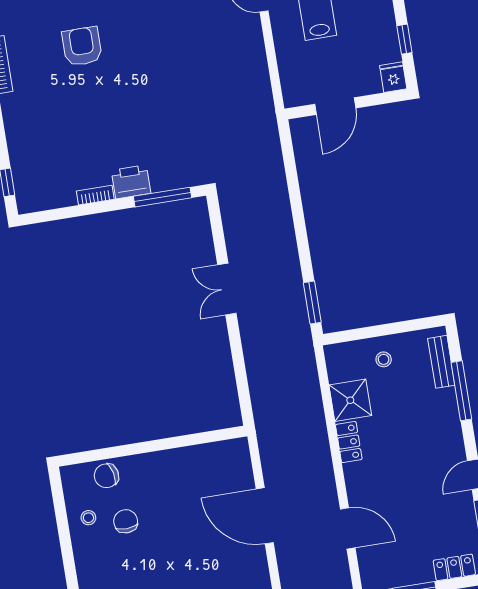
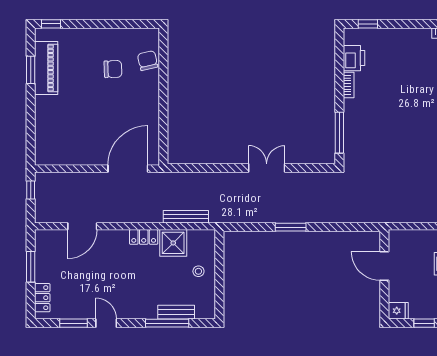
printer: (131, 182) -> (354, 58), moved
window: (312, 302) -> (291, 227), moved
bench: (441, 362) -> (176, 312), moved
bench: (312, 389) -> (186, 217), added
door: (265, 516) -> (128, 169), moved
stool: (88, 518) -> (120, 43), removed

